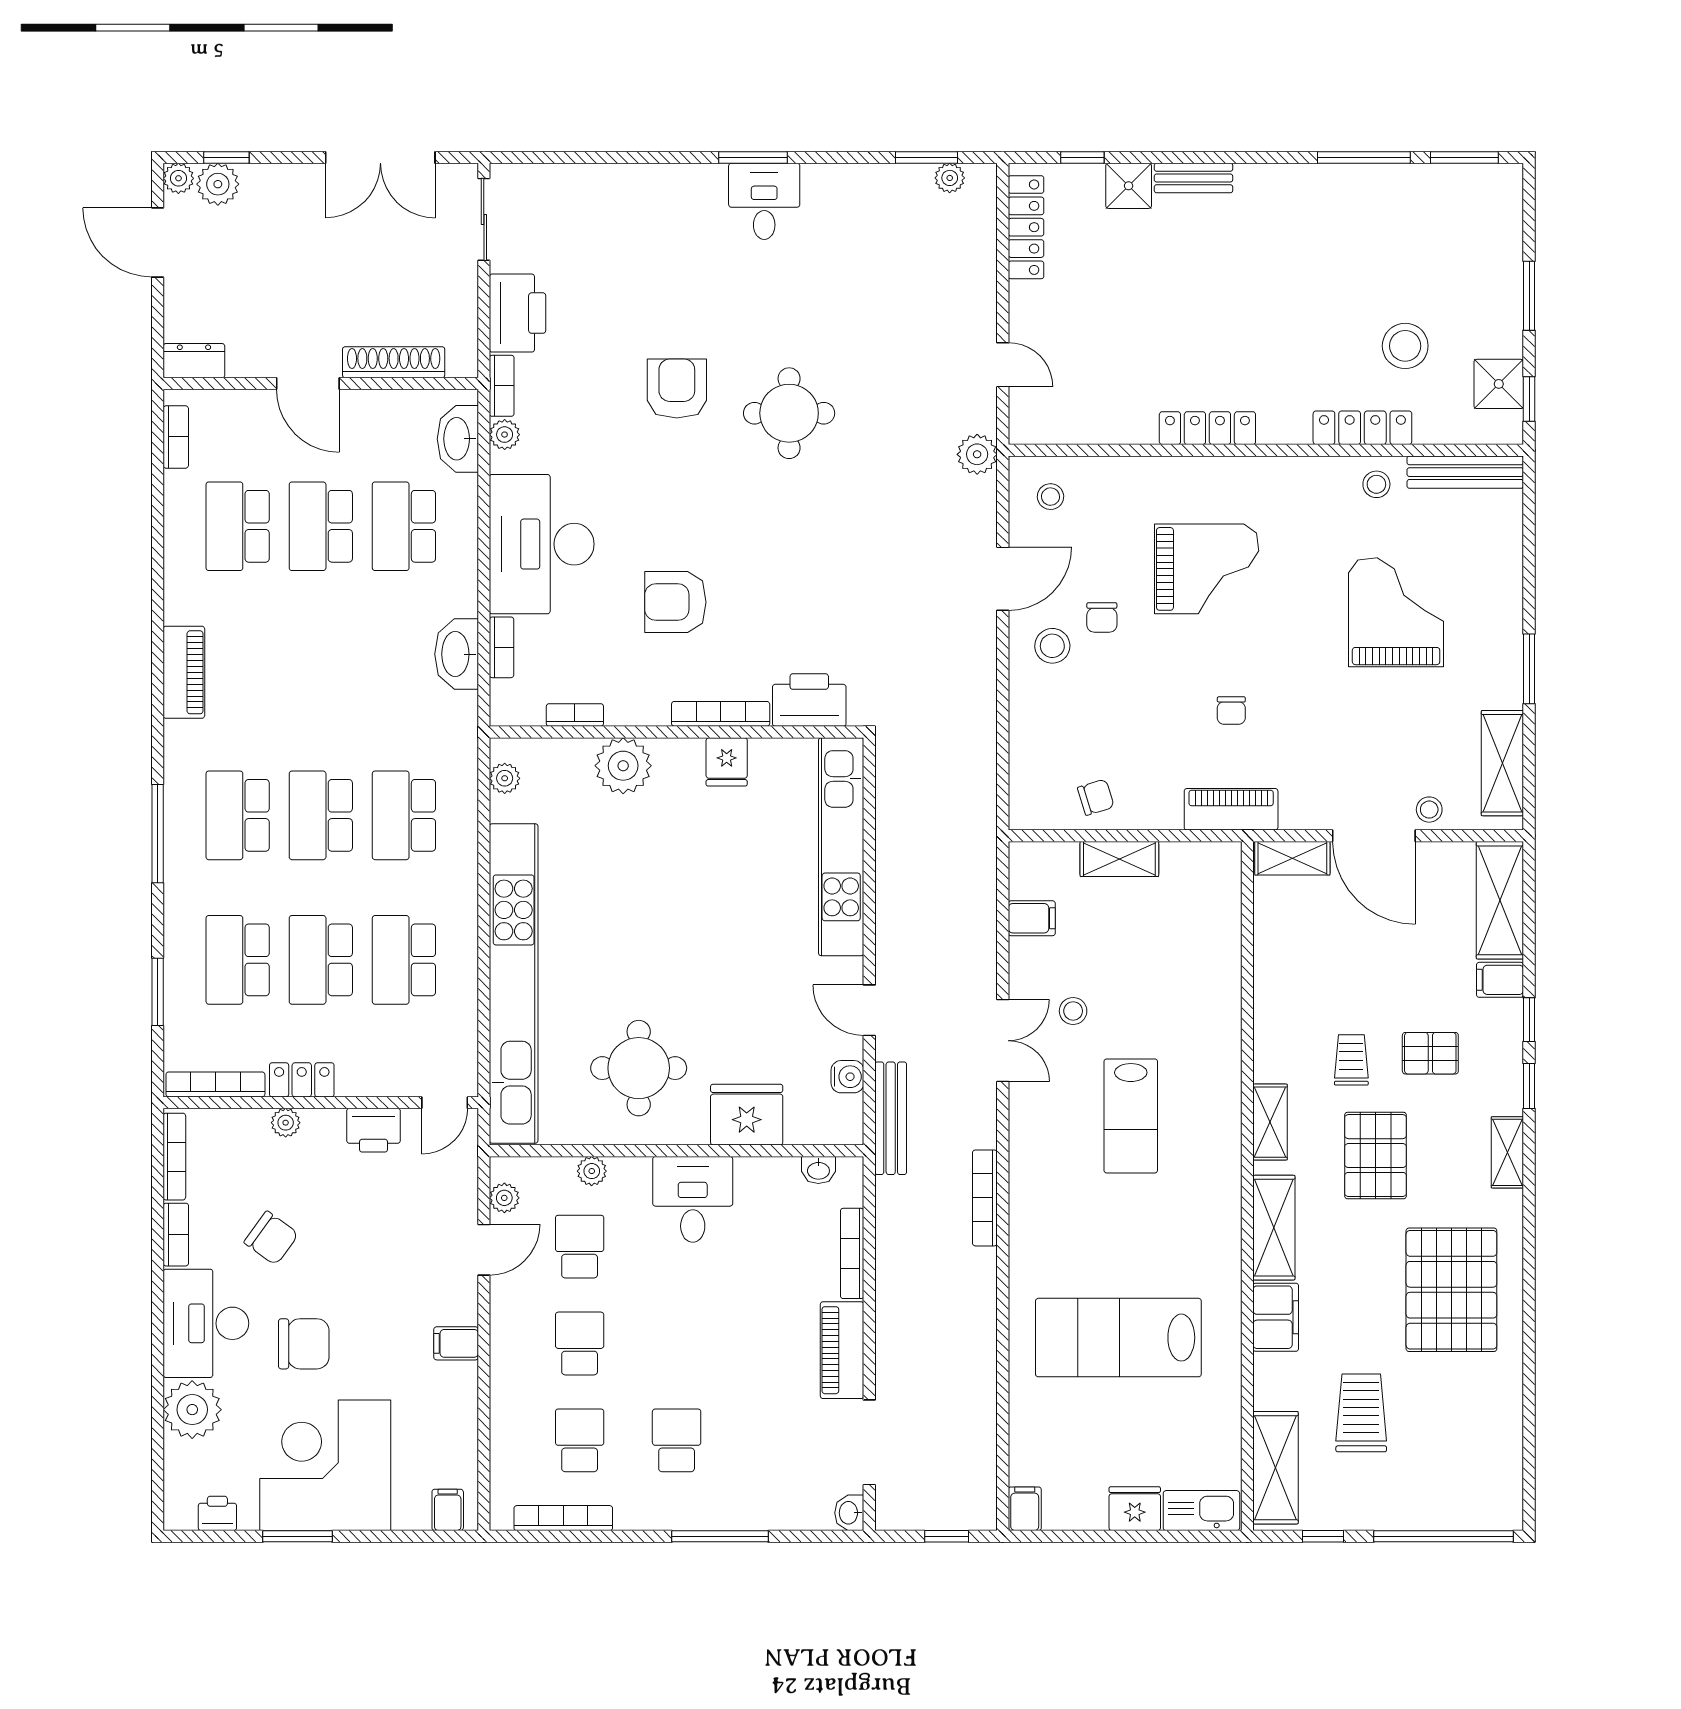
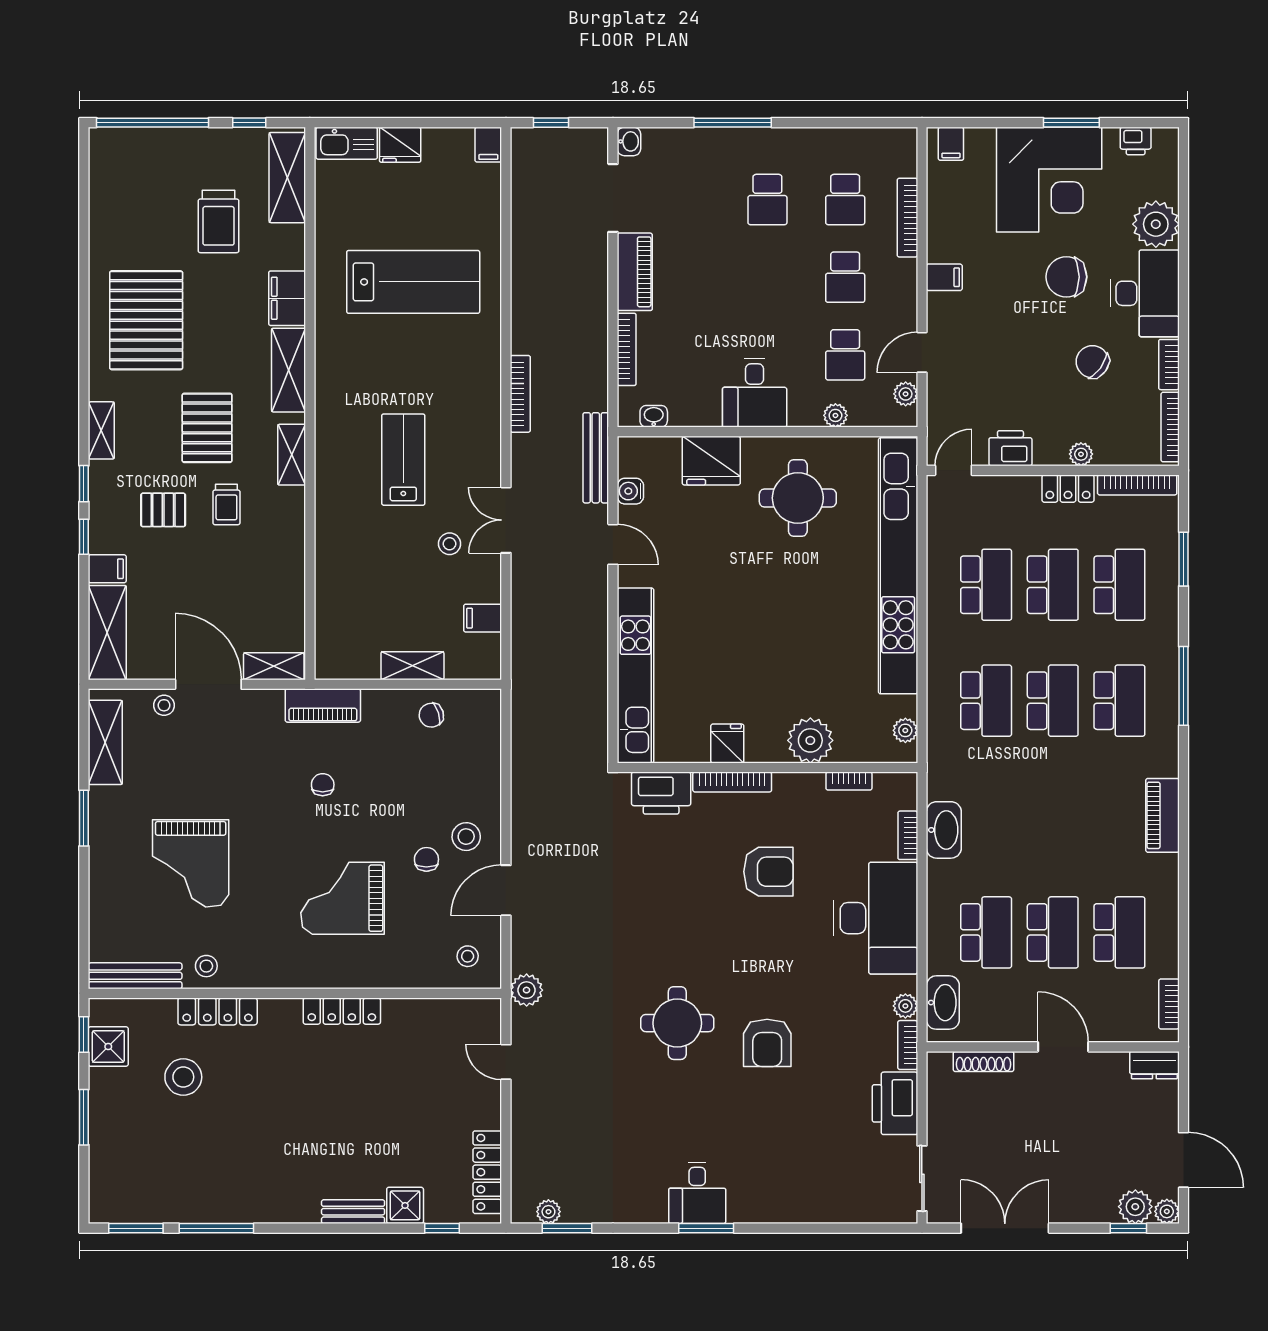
shoe rack: (394, 362) -> (983, 1062), width x0.74, depth x0.81
bookcase: (563, 1518) -> (907, 218), moved, turned 90

